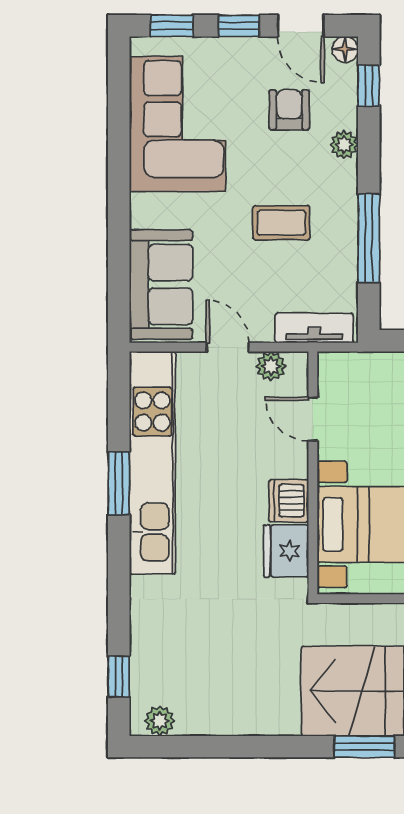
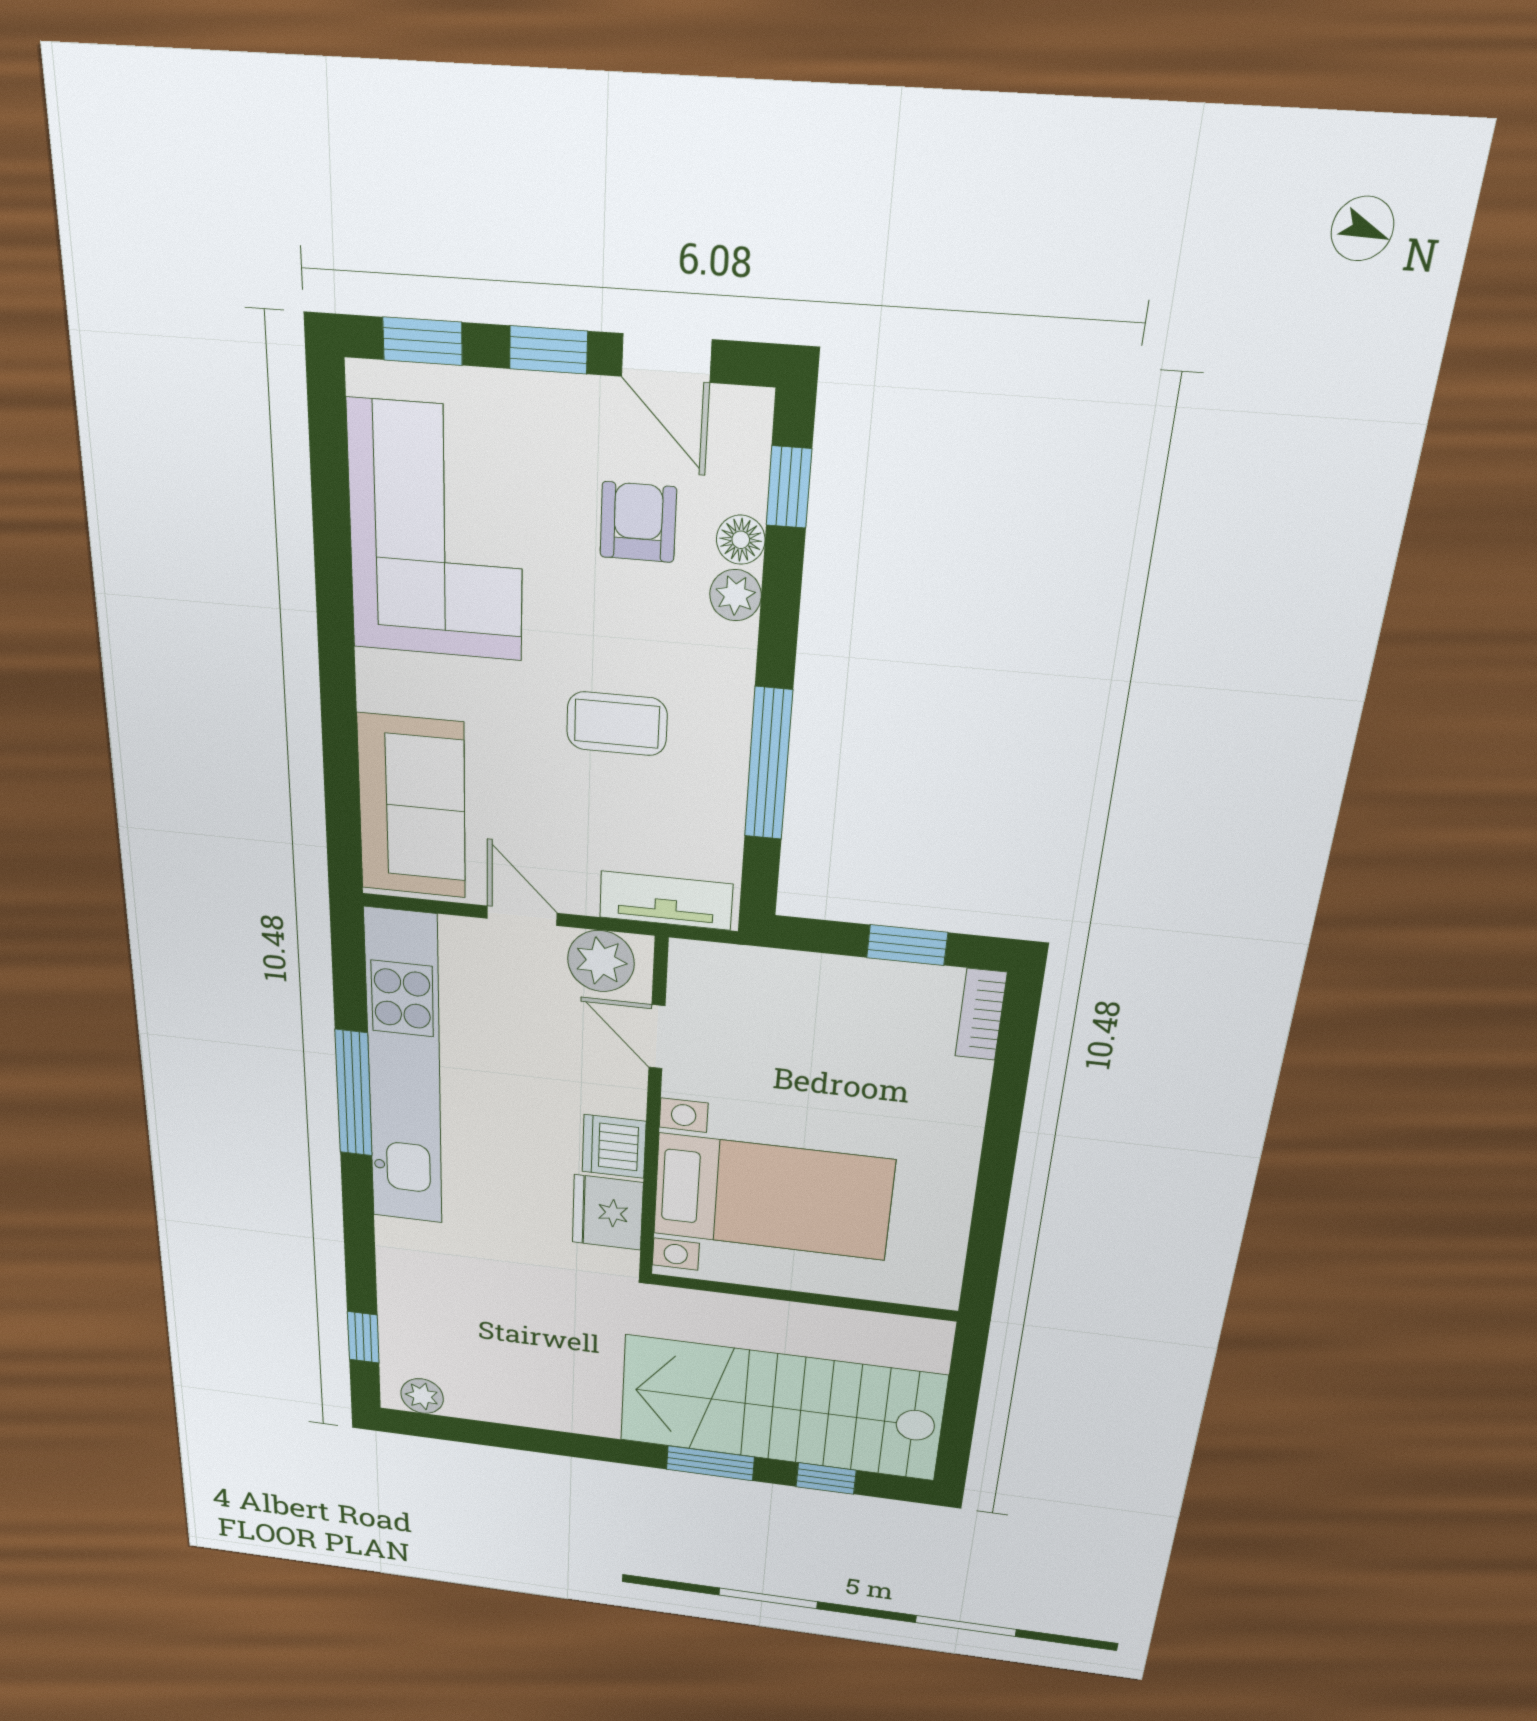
floor lamp: (345, 49) -> (741, 540), moved
plant: (271, 366) -> (601, 961), width x1.38, depth x1.38
window: (119, 483) -> (354, 1093), width x1.44

